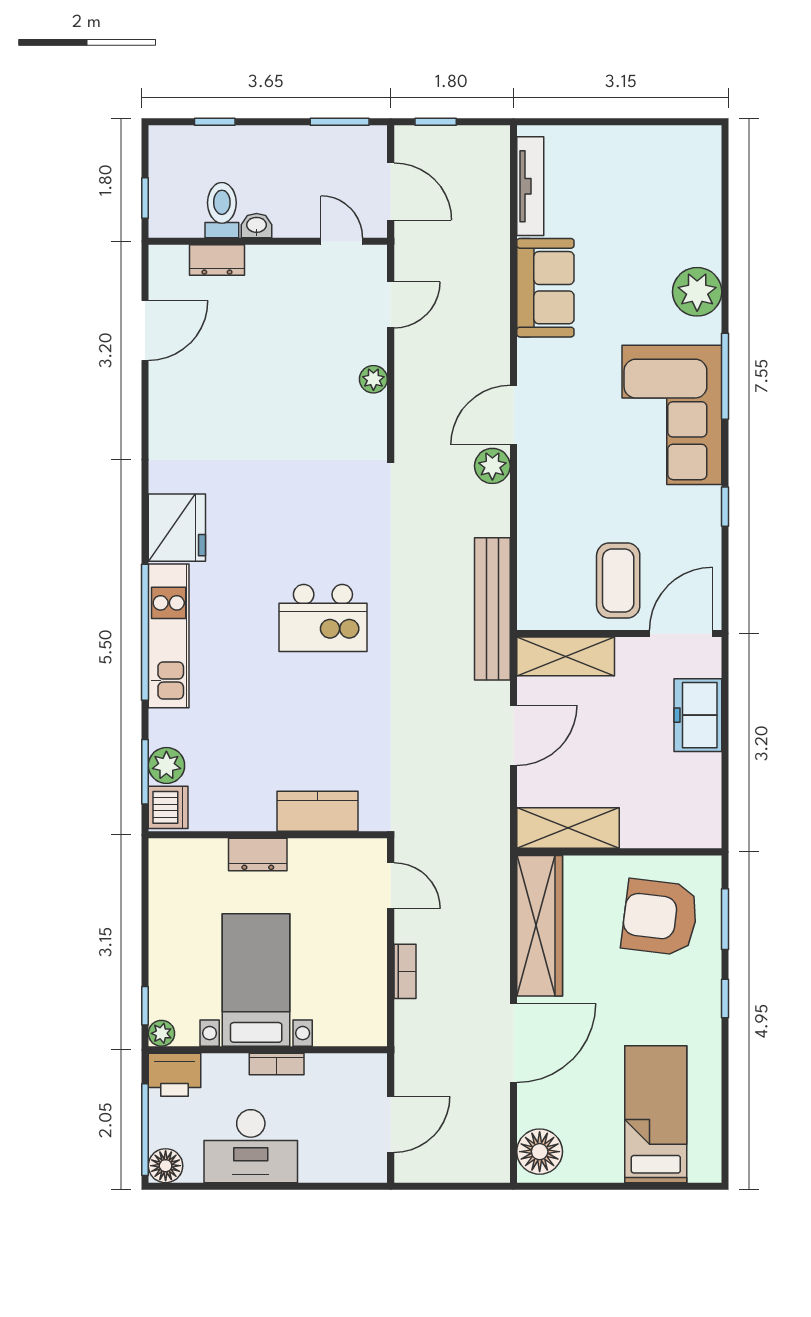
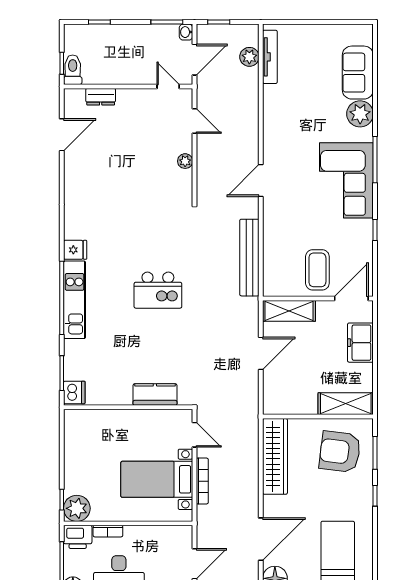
door: (391, 192) -> (194, 60), hinge flipped
toilet: (222, 210) -> (73, 70), moved
washbasin: (257, 226) -> (186, 32), moved, turned -90
sofa: (545, 288) -> (358, 73), moved, turned 180
door: (391, 305) -> (194, 121), hinge flipped
plant: (492, 466) -> (249, 57), moved
fridge: (177, 528) -> (75, 250), width x0.53, depth x0.75
bench: (492, 609) -> (249, 258), moved
plant: (166, 765) -> (73, 370), removed
shelving: (568, 828) -> (346, 404), moved
dresser: (258, 855) -> (123, 418), removed
bookcase: (405, 971) -> (202, 481), width x1.56
bed with nightstands: (256, 980) -> (157, 479), moved, turned -90
plant: (161, 1033) -> (77, 508), width x1.88, depth x1.88
door: (513, 1043) -> (261, 539), moved
bookcase: (277, 1064) -> (108, 531), moved

